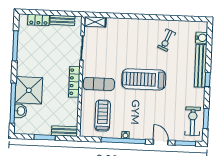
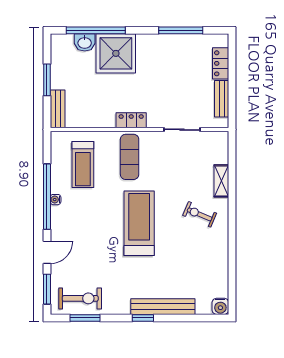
shelving: (95, 22) -> (221, 181), moved
water cooler: (201, 38) -> (220, 306), moved
exercise bike: (167, 40) -> (200, 214), moved
locker: (74, 82) -> (131, 120), width x0.66
treadmill: (103, 116) -> (83, 165), turned 90

